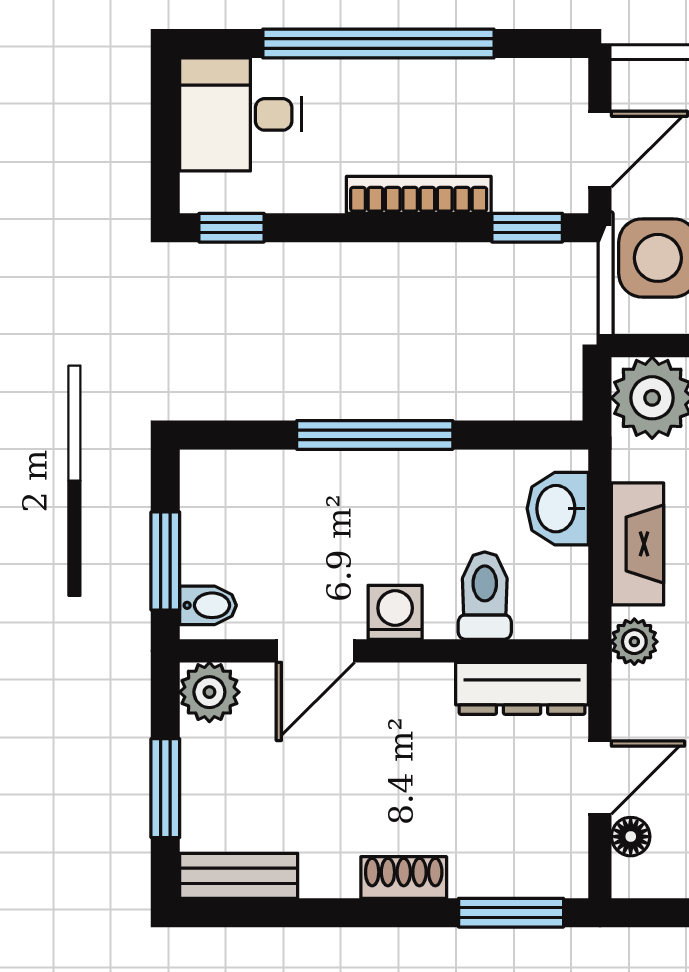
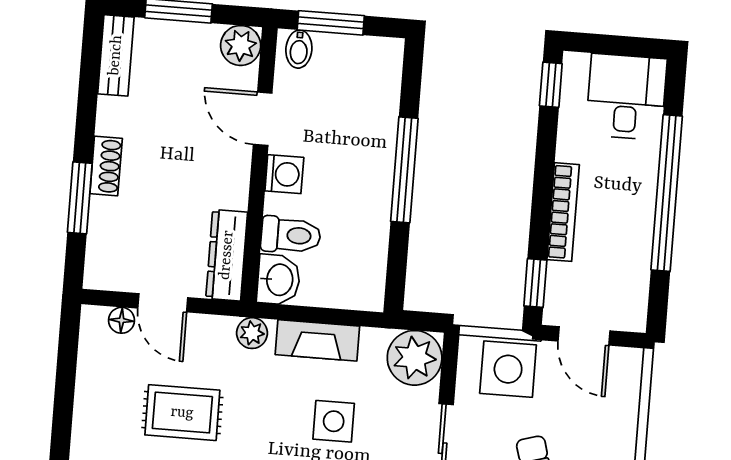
washbasin: (558, 509) -> (279, 280), moved, turned 90
window: (511, 913) -> (80, 198), moved

